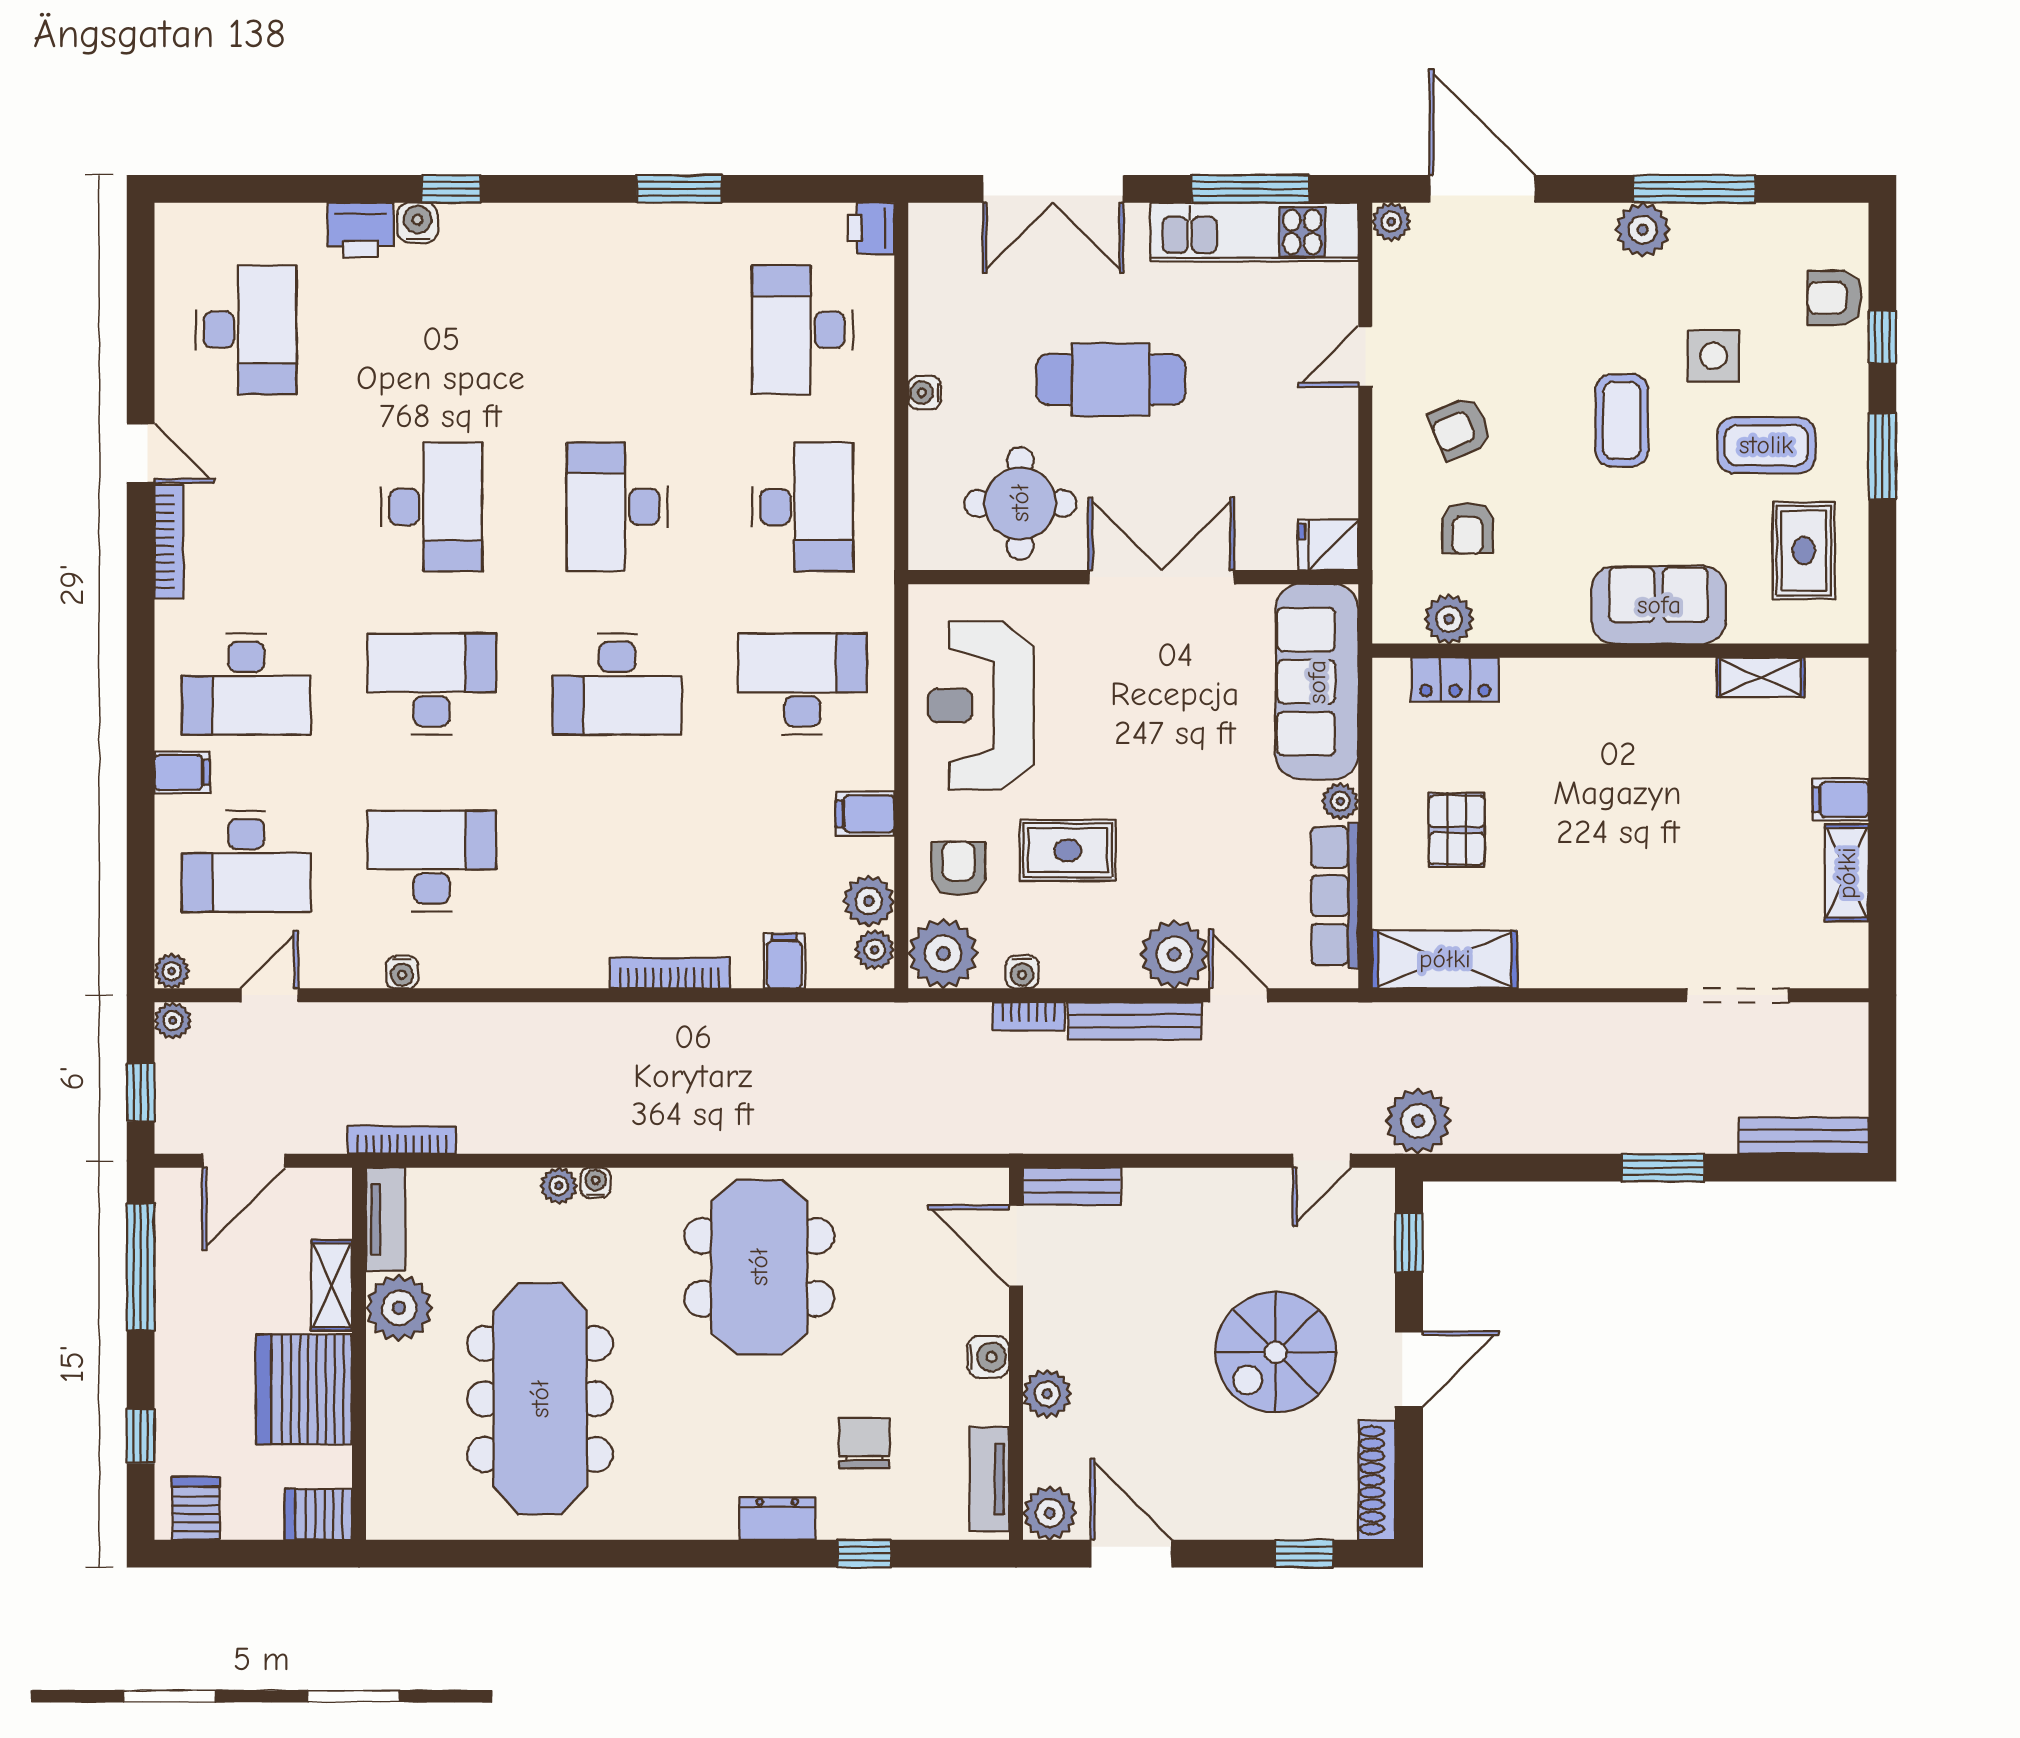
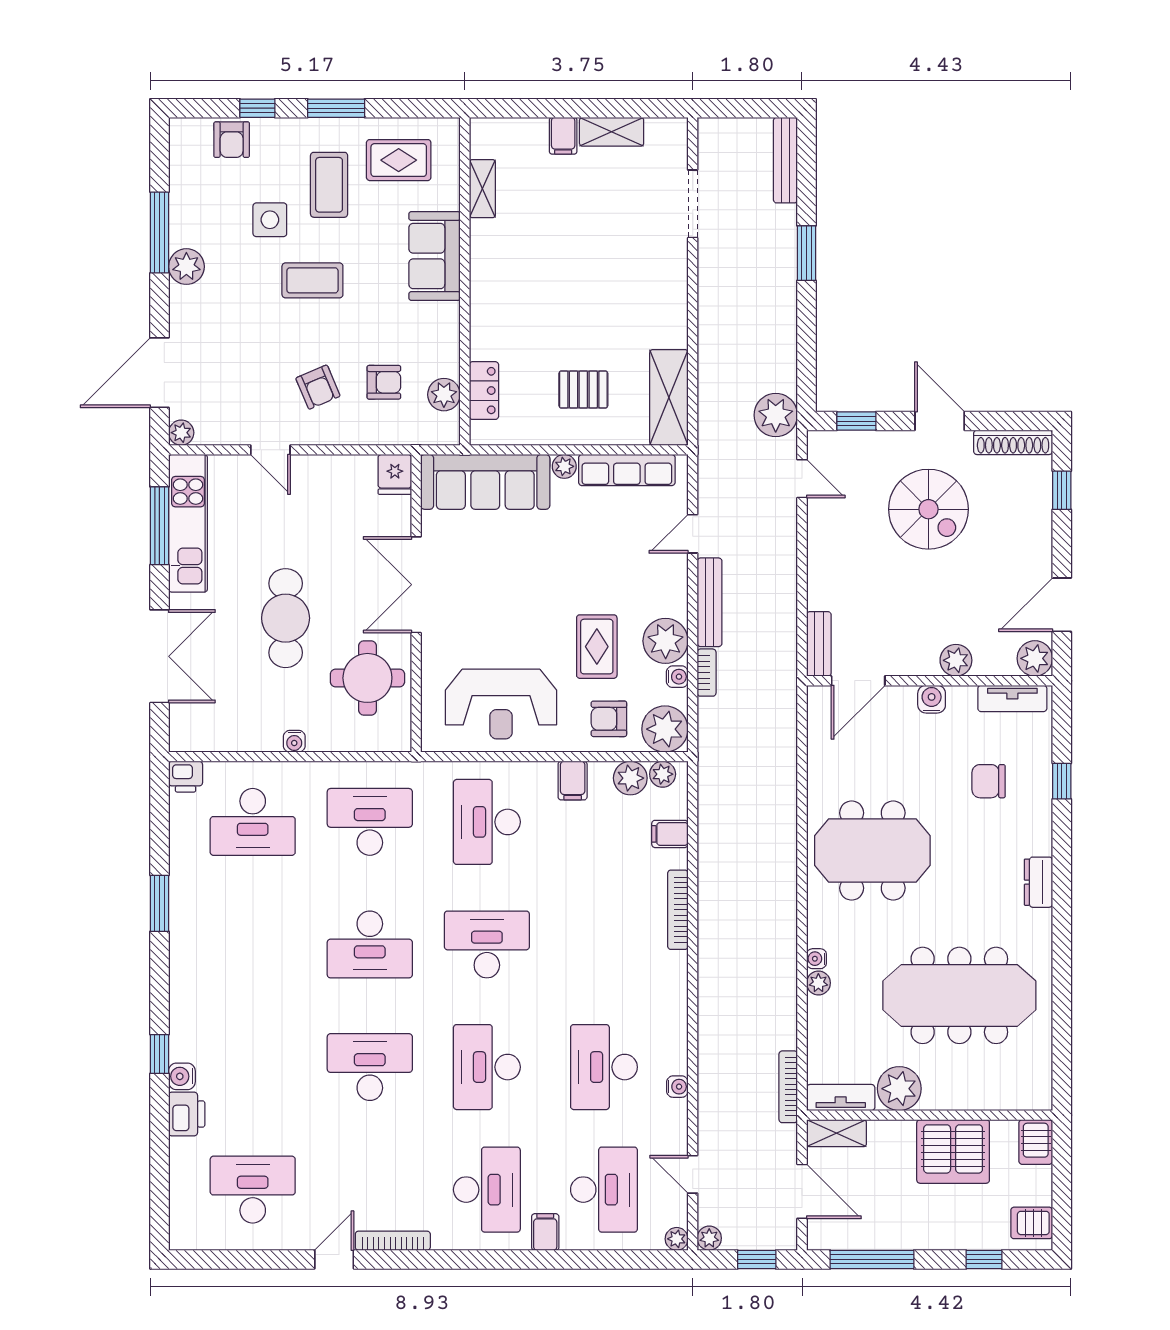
desk: (617, 684) -> (487, 944), turned -90
plant: (1174, 954) -> (666, 641), moved
shelving: (332, 1285) -> (836, 1133), moved
dresser: (777, 1518) -> (1038, 882), moved

